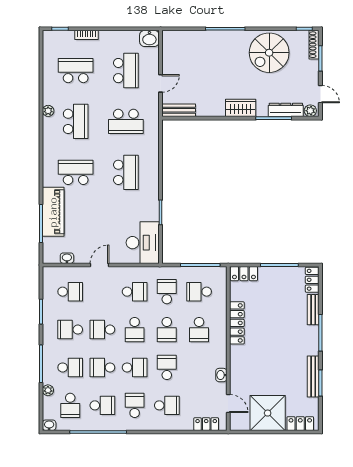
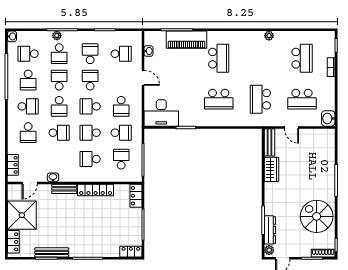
wardrobe: (241, 108) -> (271, 169), moved
school desk: (76, 121) -> (260, 58), removed
school desk: (70, 292) -> (121, 54), turned -90
bench: (313, 310) -> (64, 189), moved
plant: (48, 390) -> (57, 36), moved

